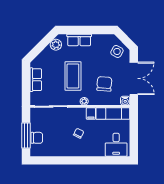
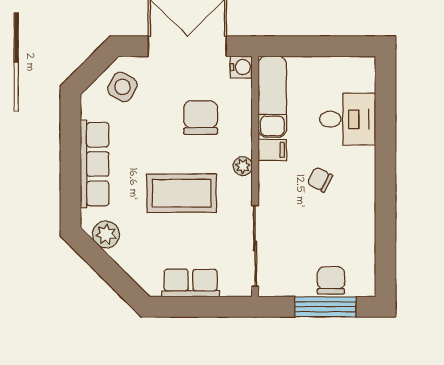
row of seats: (79, 40) -> (95, 164), width x1.48
chair: (104, 84) -> (201, 117), turned 86
desk: (116, 145) -> (348, 119), moved

